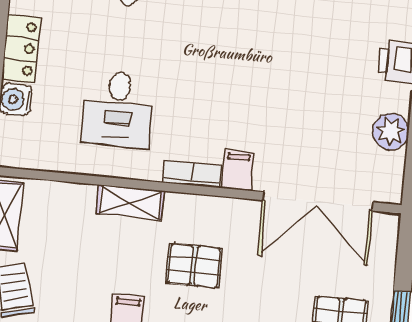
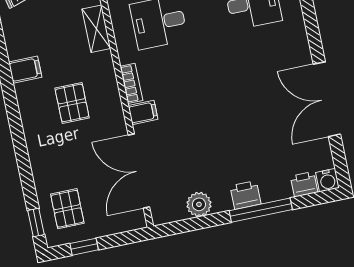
shelving: (130, 202) -> (96, 29), moved

